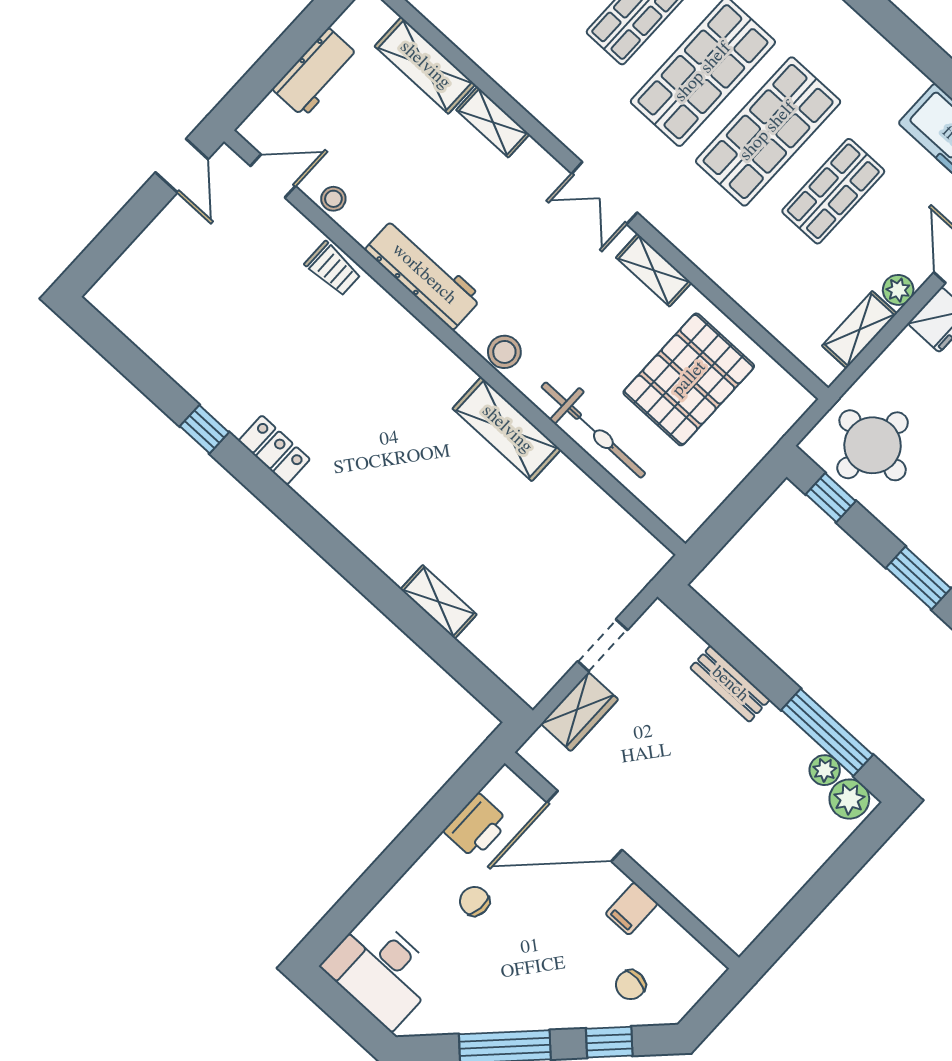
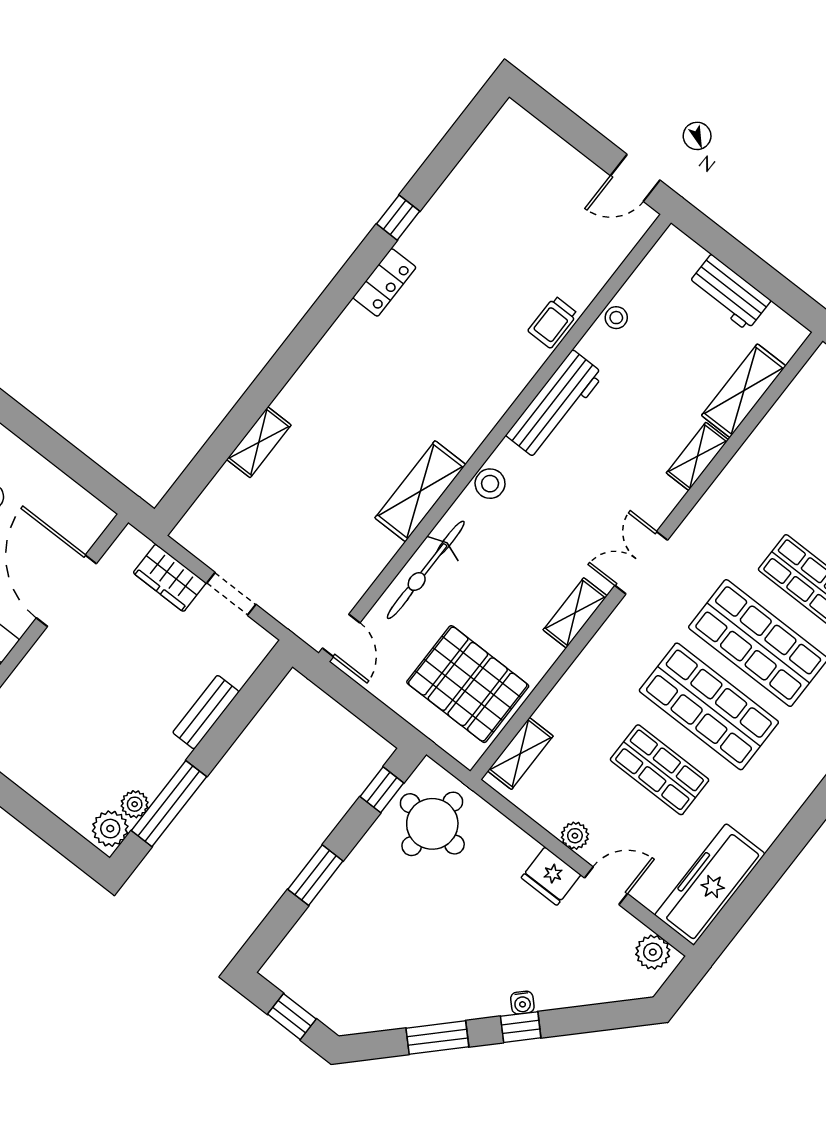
door: (273, 176) -> (341, 635), moved
shelving: (859, 330) -> (520, 753), moved, turned 90
pallet: (689, 379) -> (468, 684), moved
printer: (476, 826) -> (58, 493), removed

